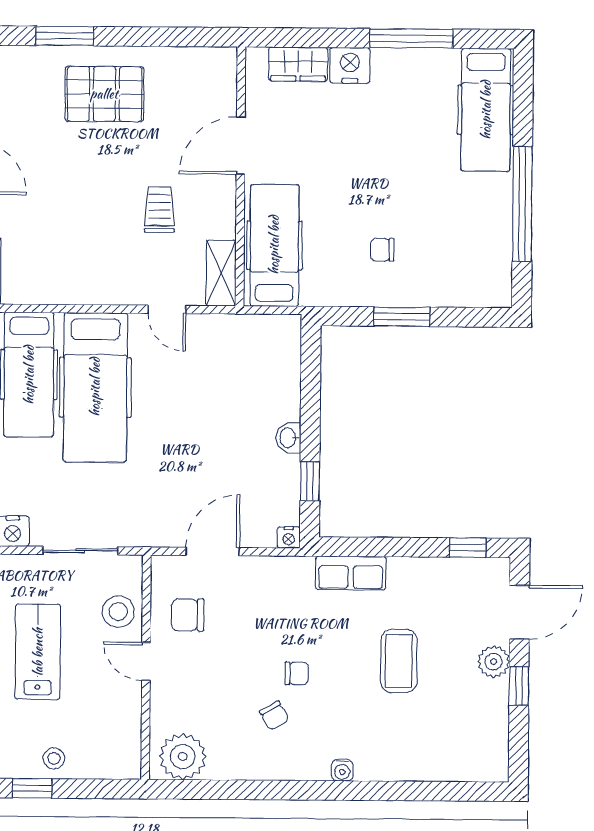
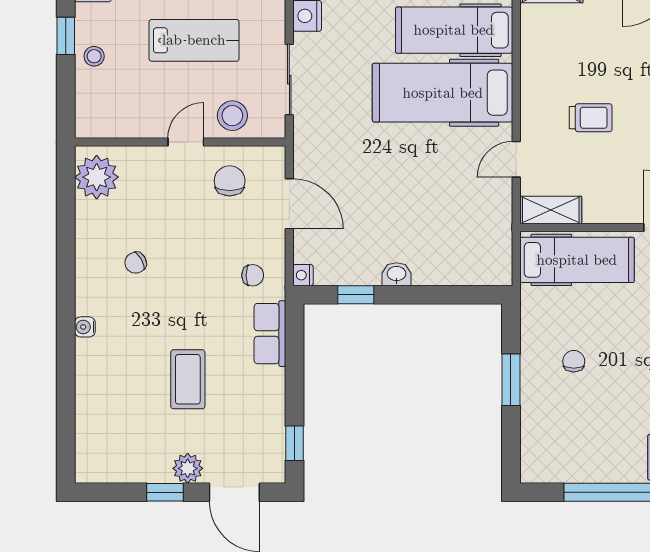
trolley: (159, 209) -> (591, 118), moved
coffee table: (399, 661) -> (188, 379), turned 90
chair: (297, 673) -> (253, 275), moved, turned -90

